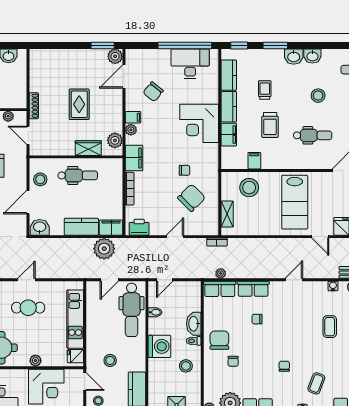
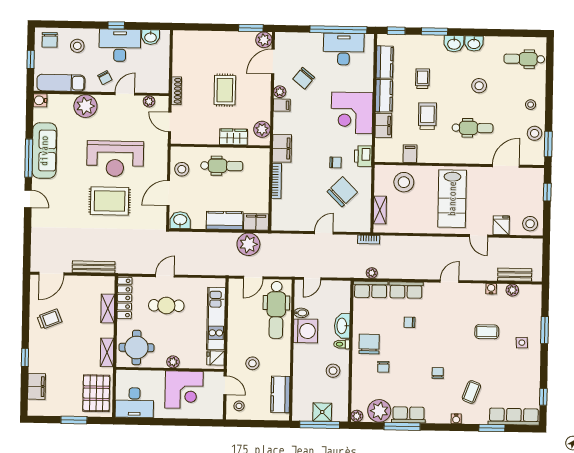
trolley: (270, 125) -> (427, 116), turned 180
plant: (131, 130) -> (280, 92), moved
printer: (139, 227) -> (363, 156), moved, turned -90
coffee table: (330, 327) -> (487, 332), turned 90
washing machine: (159, 346) -> (306, 331), moved

